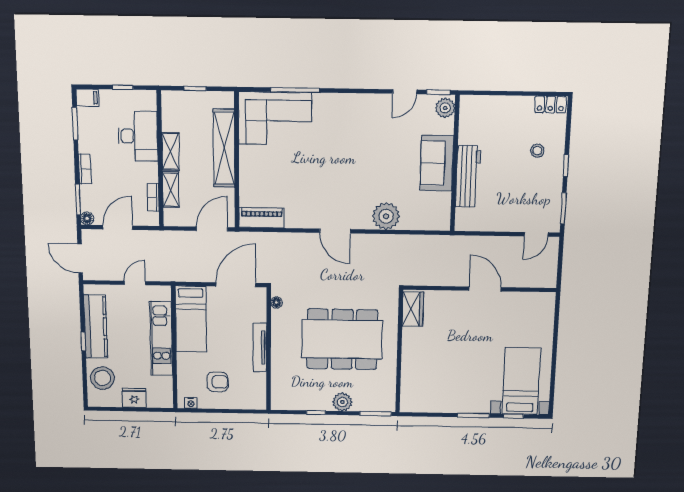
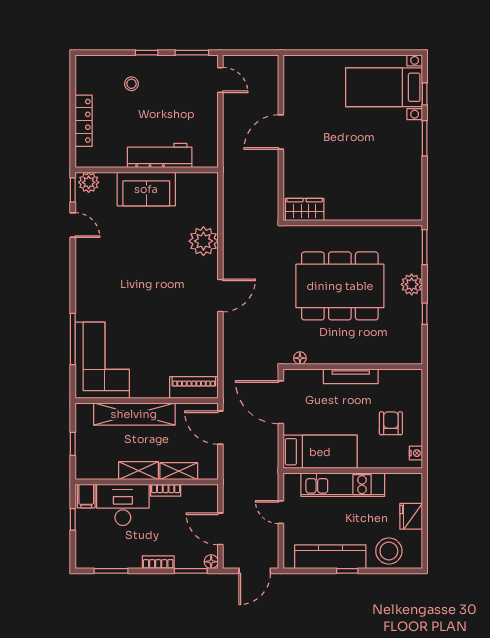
filing cabinet: (87, 98) -> (86, 496), moved, turned 180
locker: (550, 104) -> (84, 121), moved, width x1.53
bookcase: (153, 197) -> (166, 490), moved
piano: (262, 218) -> (194, 388), moved, turned 90
dining table: (342, 339) -> (340, 286), turned 90

